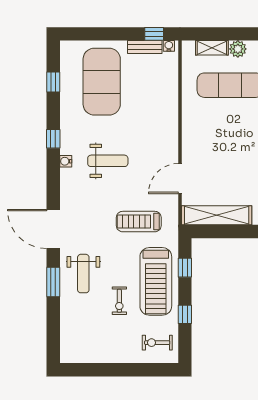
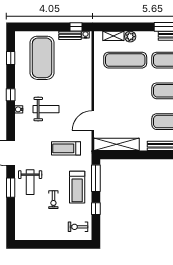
window: (185, 268) -> (96, 178), width x2.17
treadmill: (156, 281) -> (77, 187), width x0.73, depth x0.73

